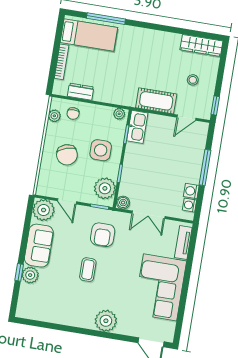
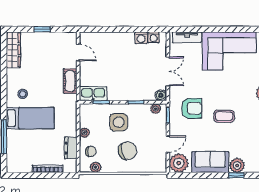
bed: (89, 35) -> (30, 118), moved, turned 90
stool: (193, 80) -> (23, 94), moved
cot: (156, 101) -> (70, 81), width x0.73, depth x0.75
window: (215, 105) -> (42, 29), moved
plant: (119, 114) -> (84, 133), moved
window: (205, 168) -> (119, 29), removed
plant: (105, 188) -> (156, 109), width x0.53, depth x0.53

